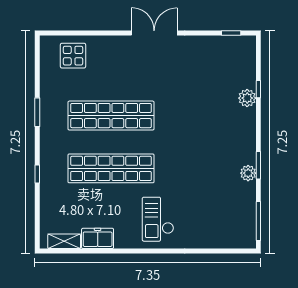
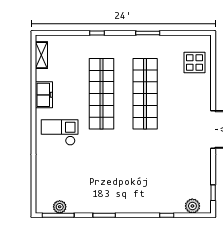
plant: (247, 98) -> (192, 206), moved
plant: (248, 173) -> (60, 207), moved
freezer: (98, 238) -> (44, 95), moved

